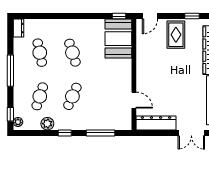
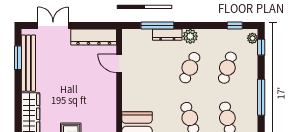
plant: (47, 124) -> (190, 36), moved
dresser: (92, 125) -> (167, 35), added
window: (65, 133) -> (235, 26), moved

